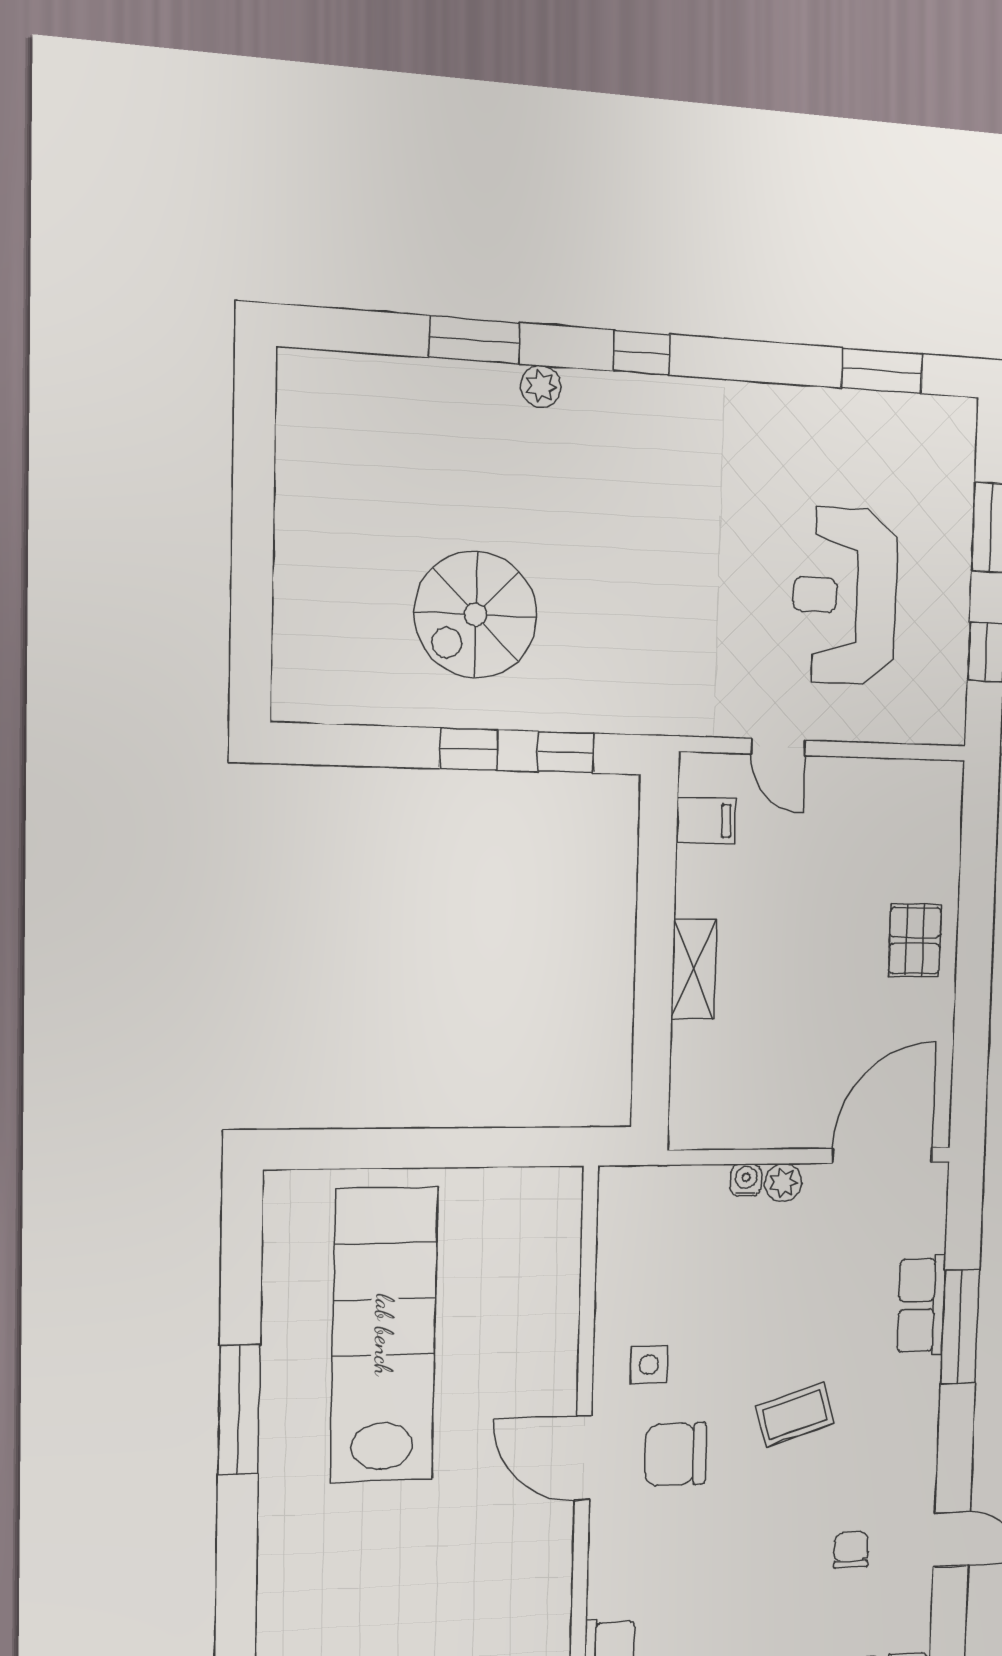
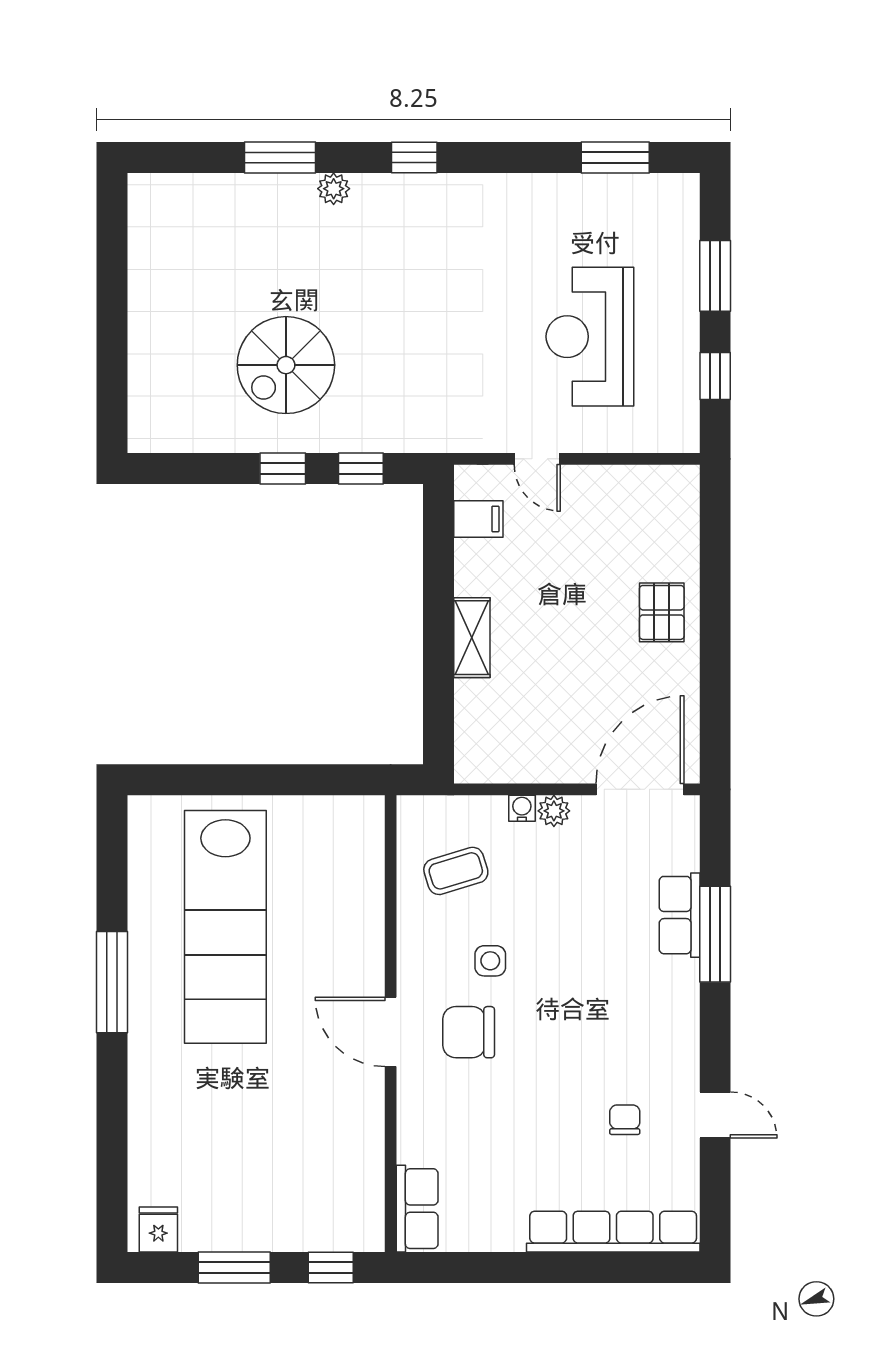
lab bench: (384, 1335) -> (225, 927), turned 180
side table: (649, 1365) -> (490, 961), moved
coffee table: (795, 1415) -> (456, 871), moved

